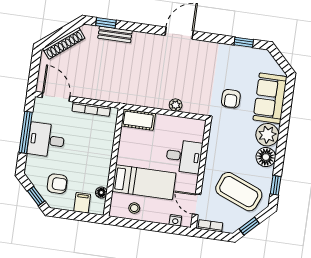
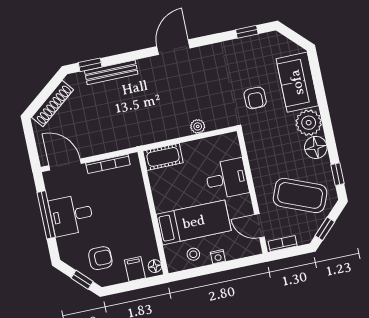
bench: (115, 34) -> (111, 72), width x1.36
floor lamp: (101, 193) -> (155, 266), moved
nightstand: (175, 220) -> (218, 257), moved

